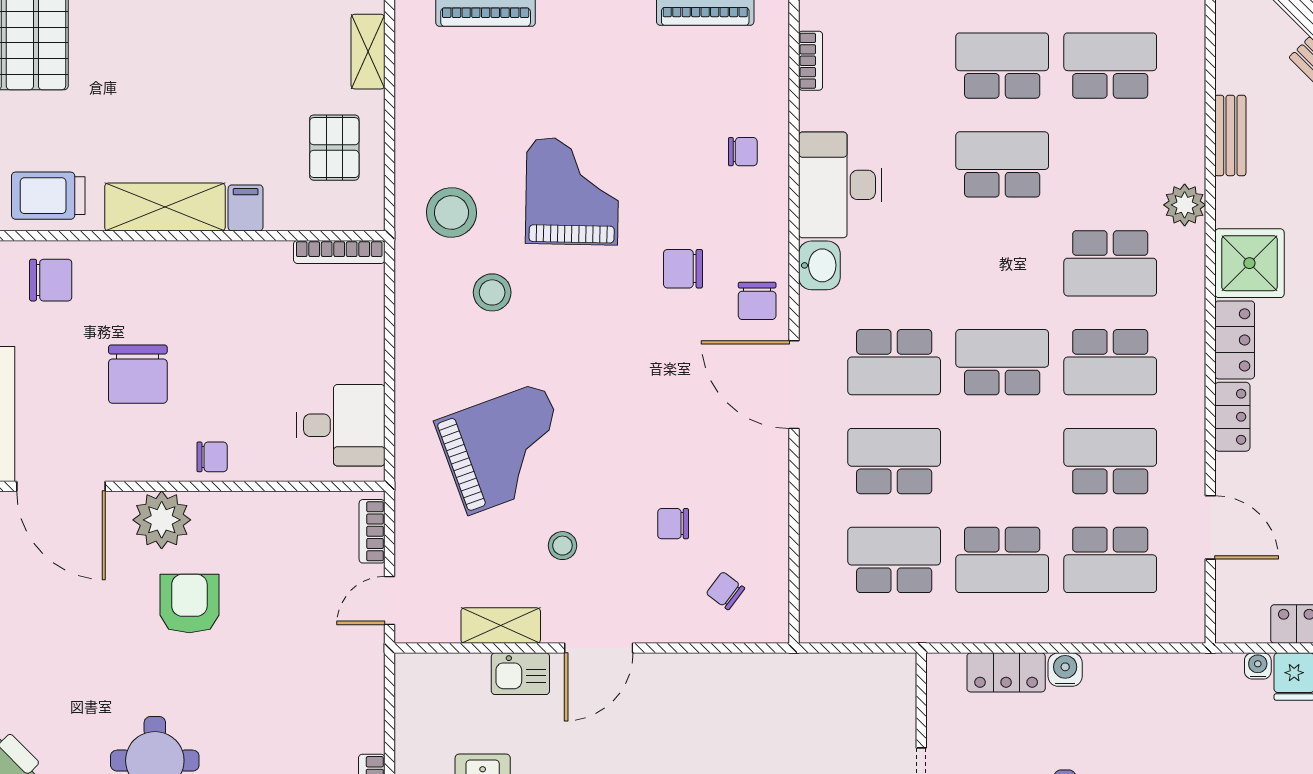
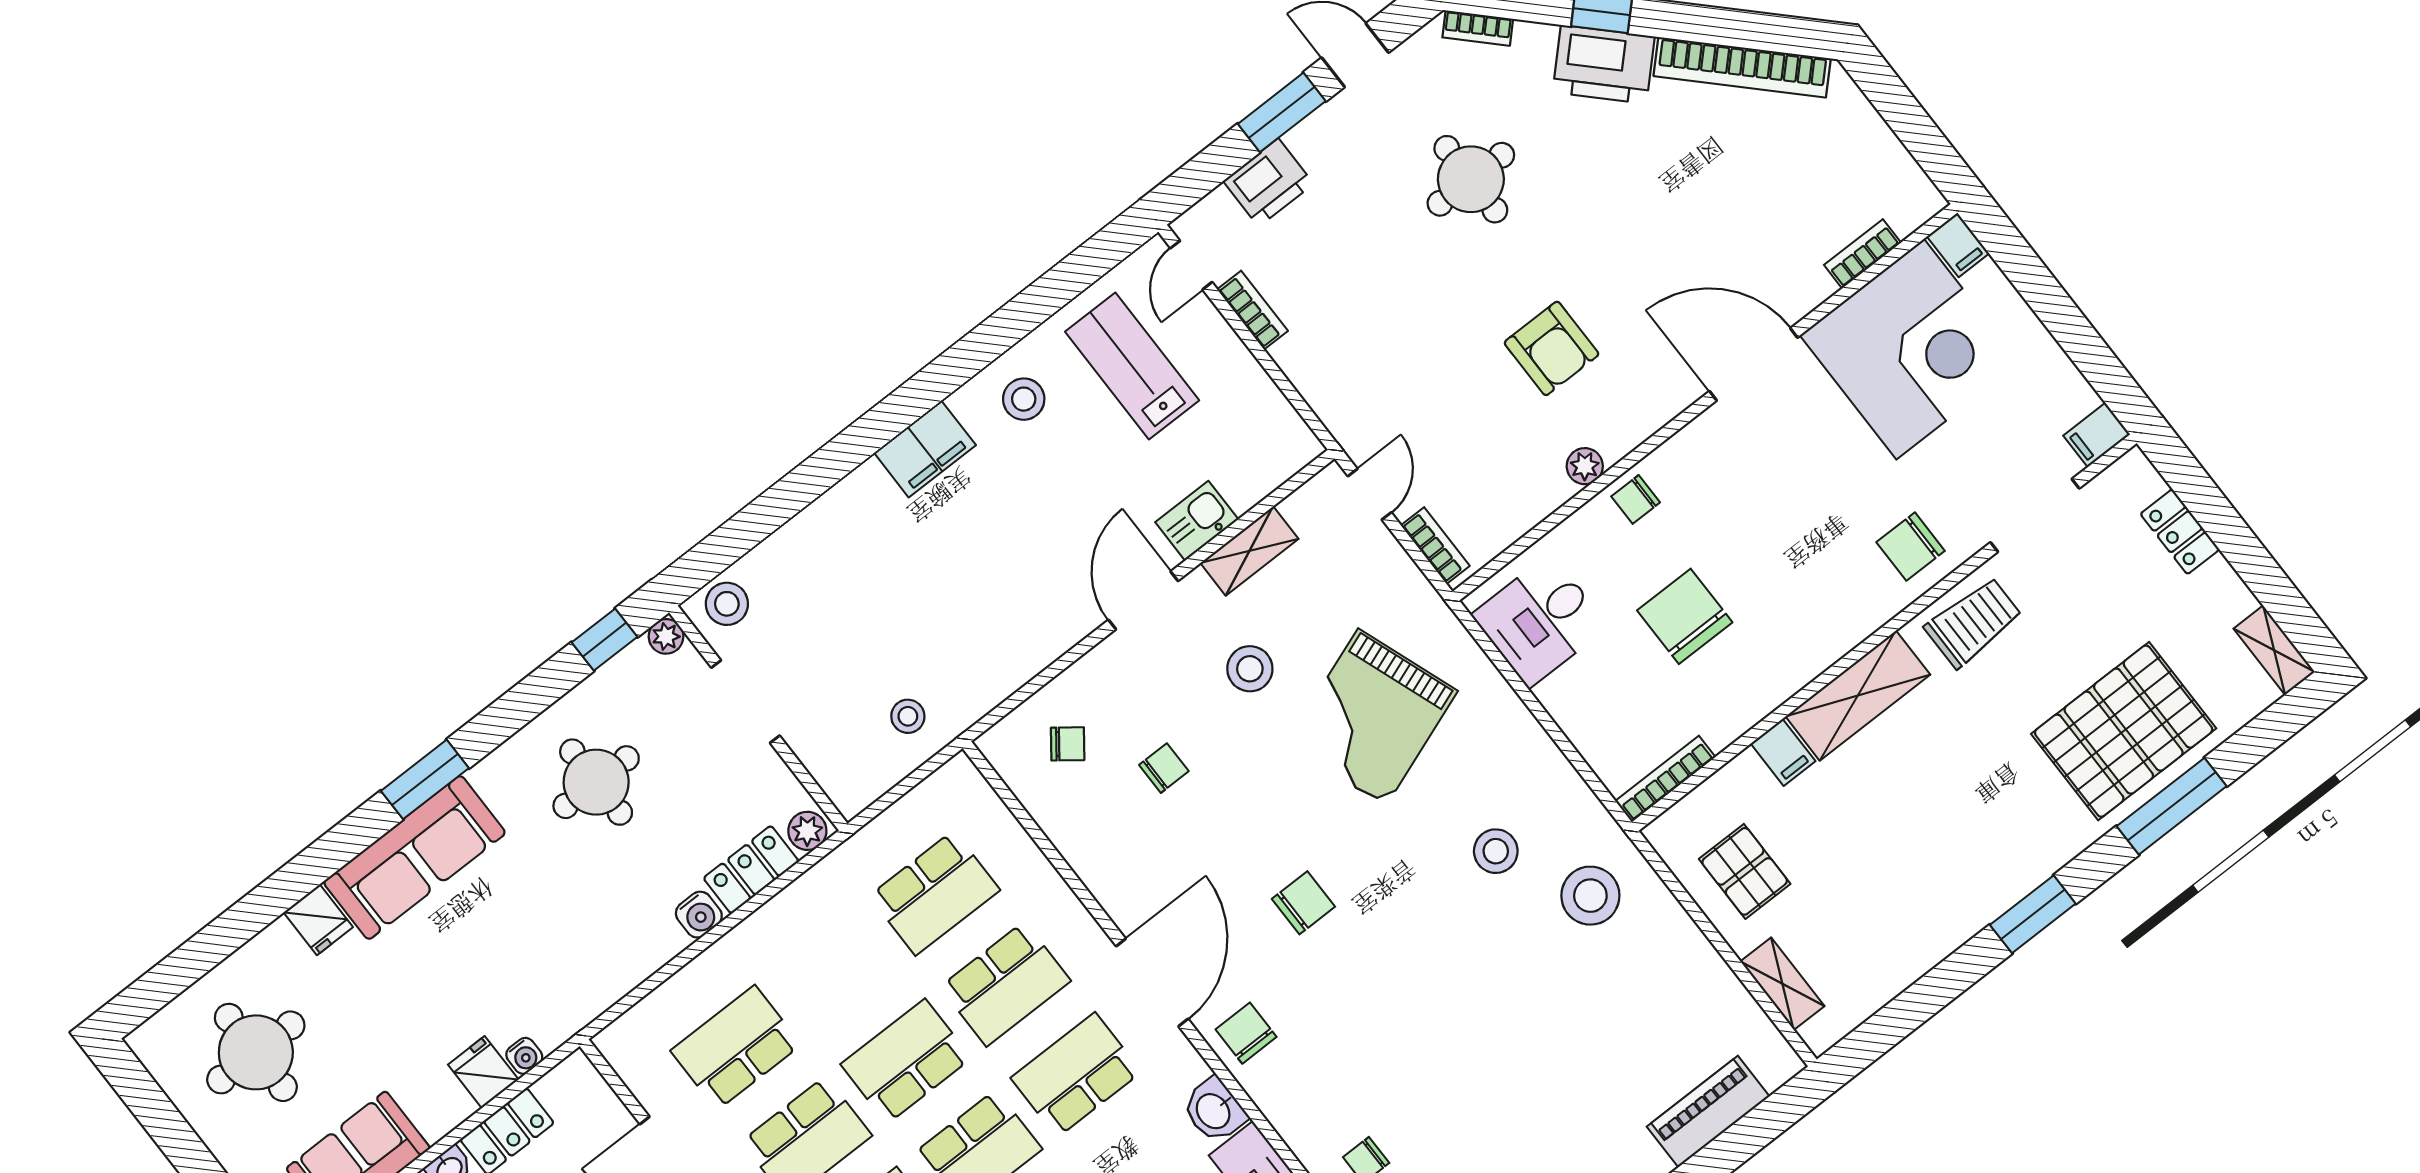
grand piano: (572, 191) -> (1494, 1002), removed
chair: (683, 269) -> (1303, 903), moved
chair: (138, 374) -> (1685, 616), moved
door: (794, 385) -> (1152, 983), hinge flipped
plant: (162, 520) -> (1585, 466), moved, width x0.53, depth x0.53
stool: (562, 546) -> (1250, 669), width x1.37, depth x1.37
school desk: (1002, 560) -> (906, 1061), moved
plant: (948, 669) -> (807, 831), added
stool: (819, 694) -> (908, 716), added

